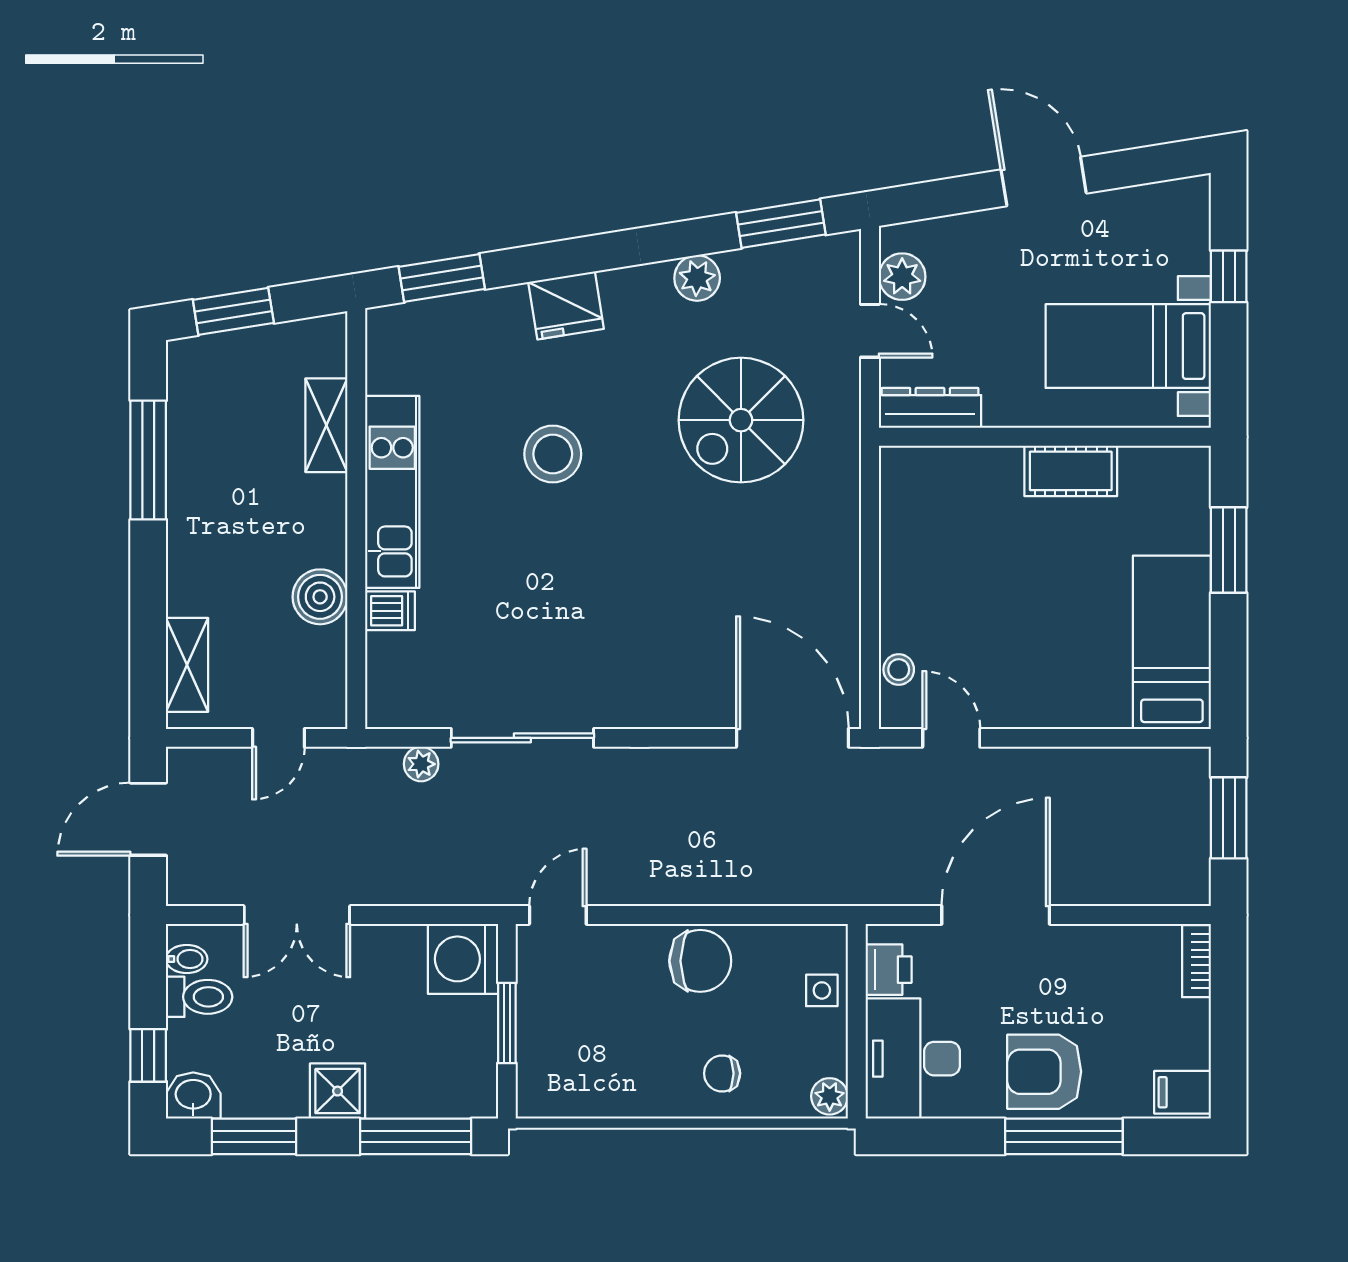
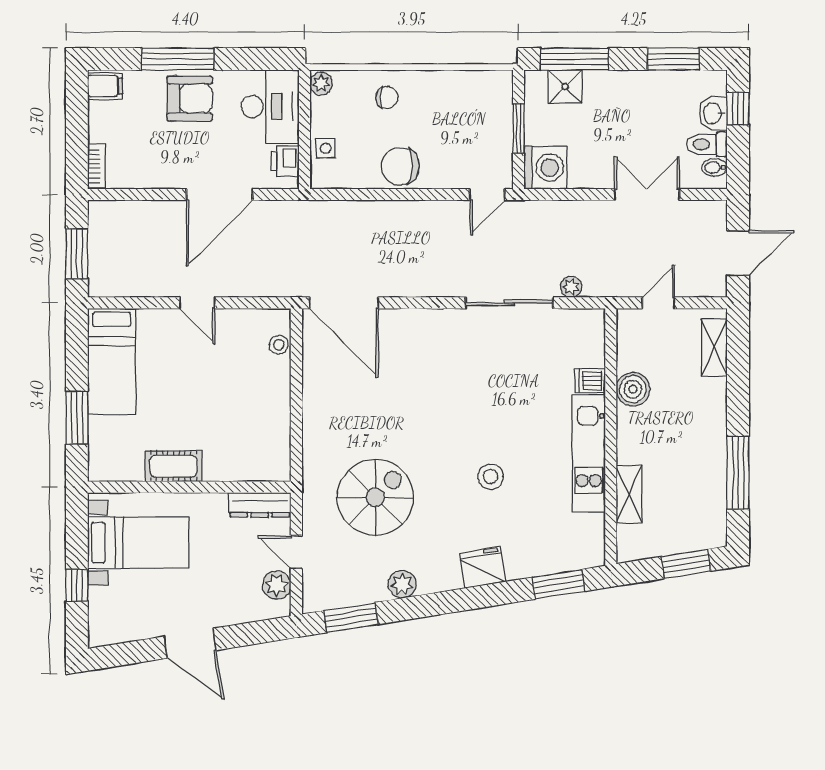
stool: (553, 454) -> (490, 477), width x0.73, depth x0.73
door: (951, 738) -> (197, 303), moved
shower: (338, 1091) -> (565, 87), moved
washbasin: (193, 1096) -> (713, 113), moved, turned 90

